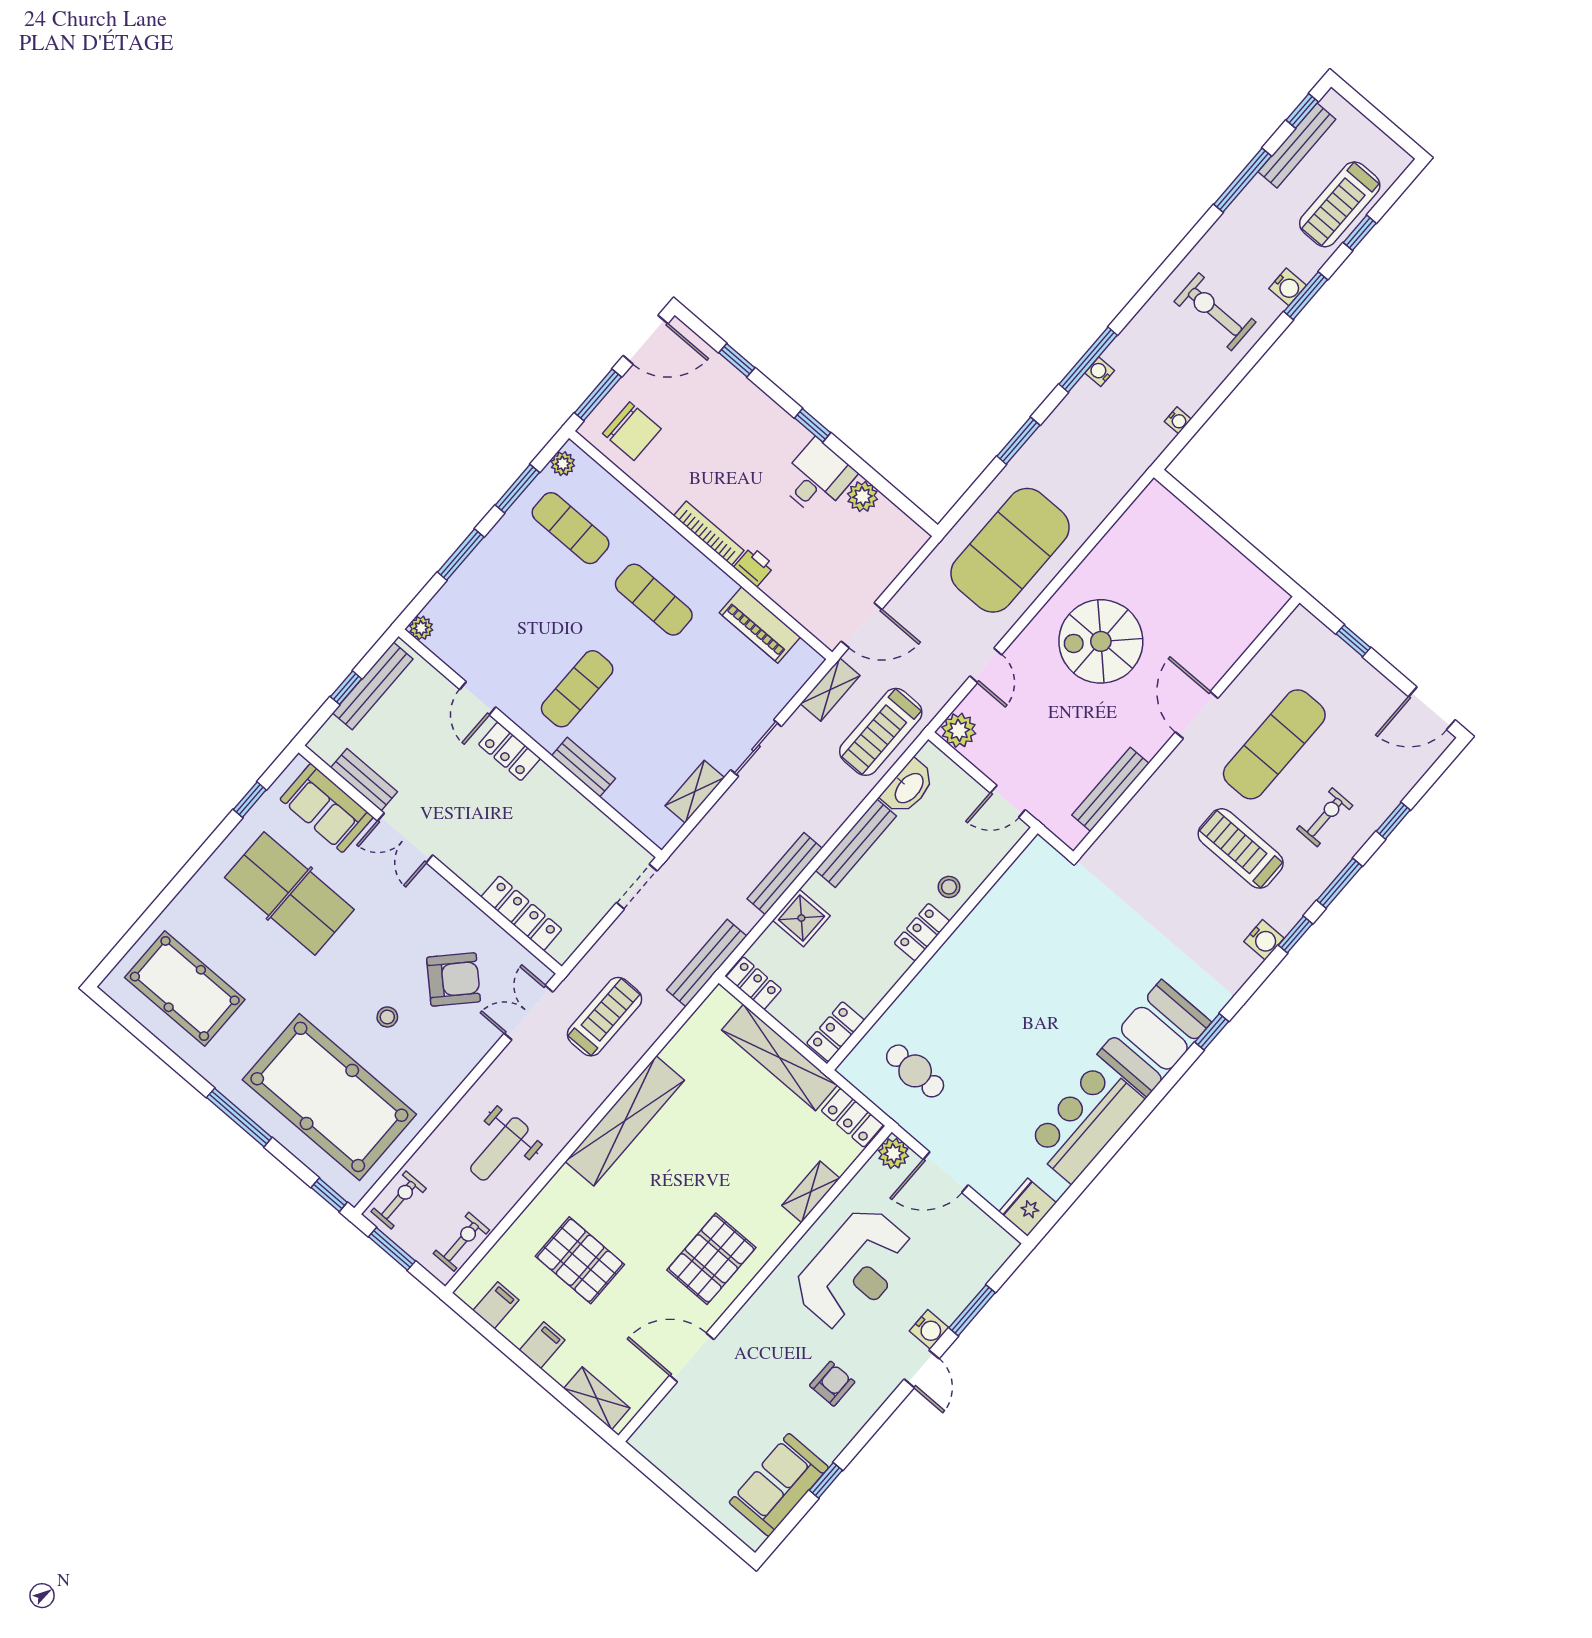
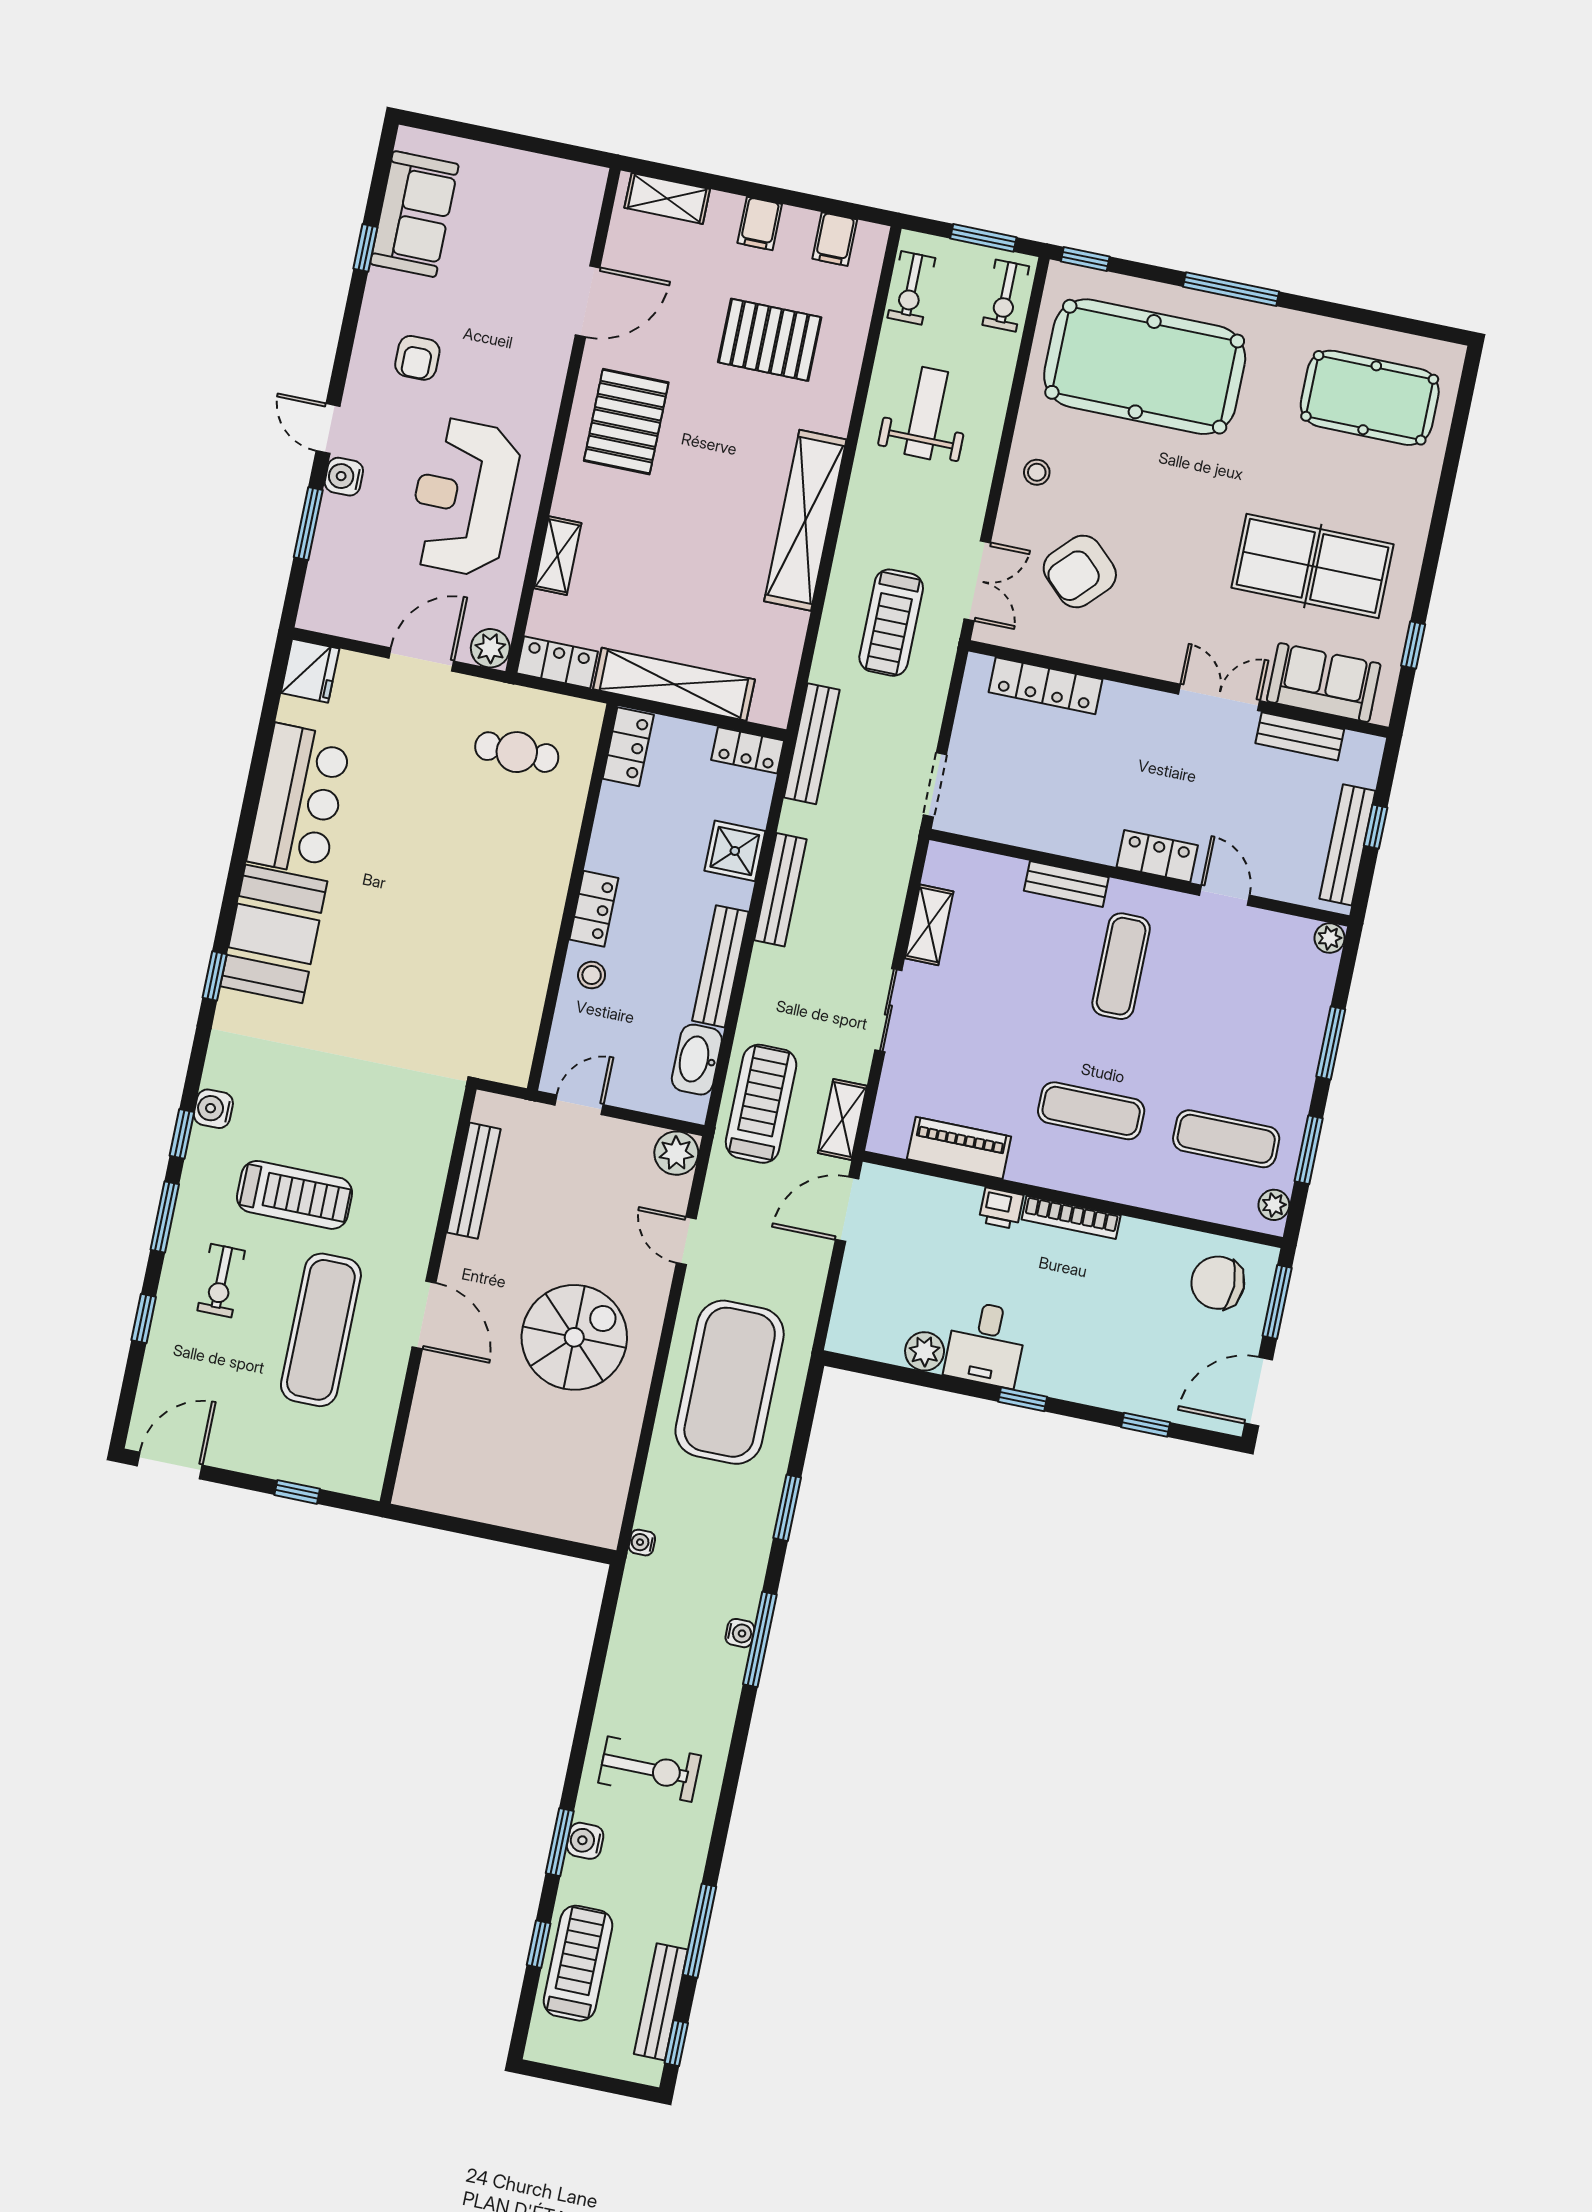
water cooler: (1178, 420) -> (642, 1543), moved
stool: (387, 1017) -> (1037, 472), moved

